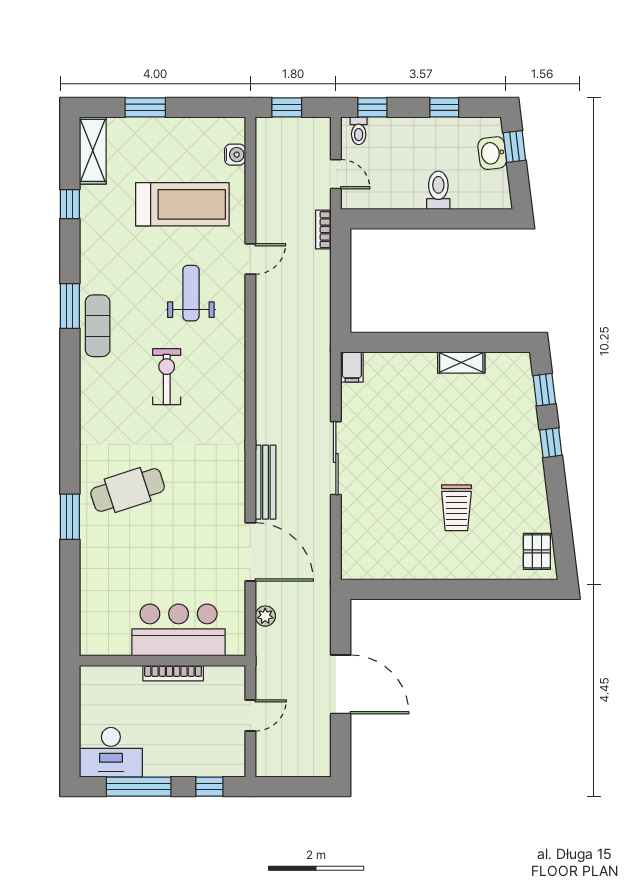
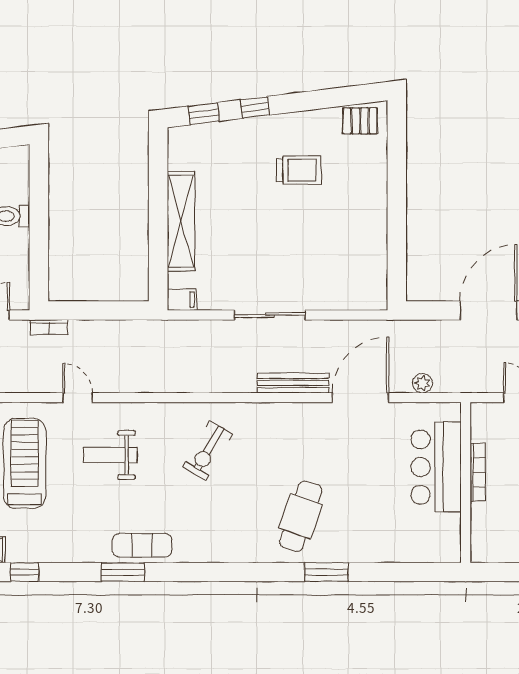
shelving: (461, 363) -> (181, 221), width x2.20, depth x1.33
exercise bike: (167, 377) -> (208, 451), moved, turned -60
cafe table: (128, 490) -> (301, 516), turned 37
trolley: (456, 508) -> (299, 170), moved

